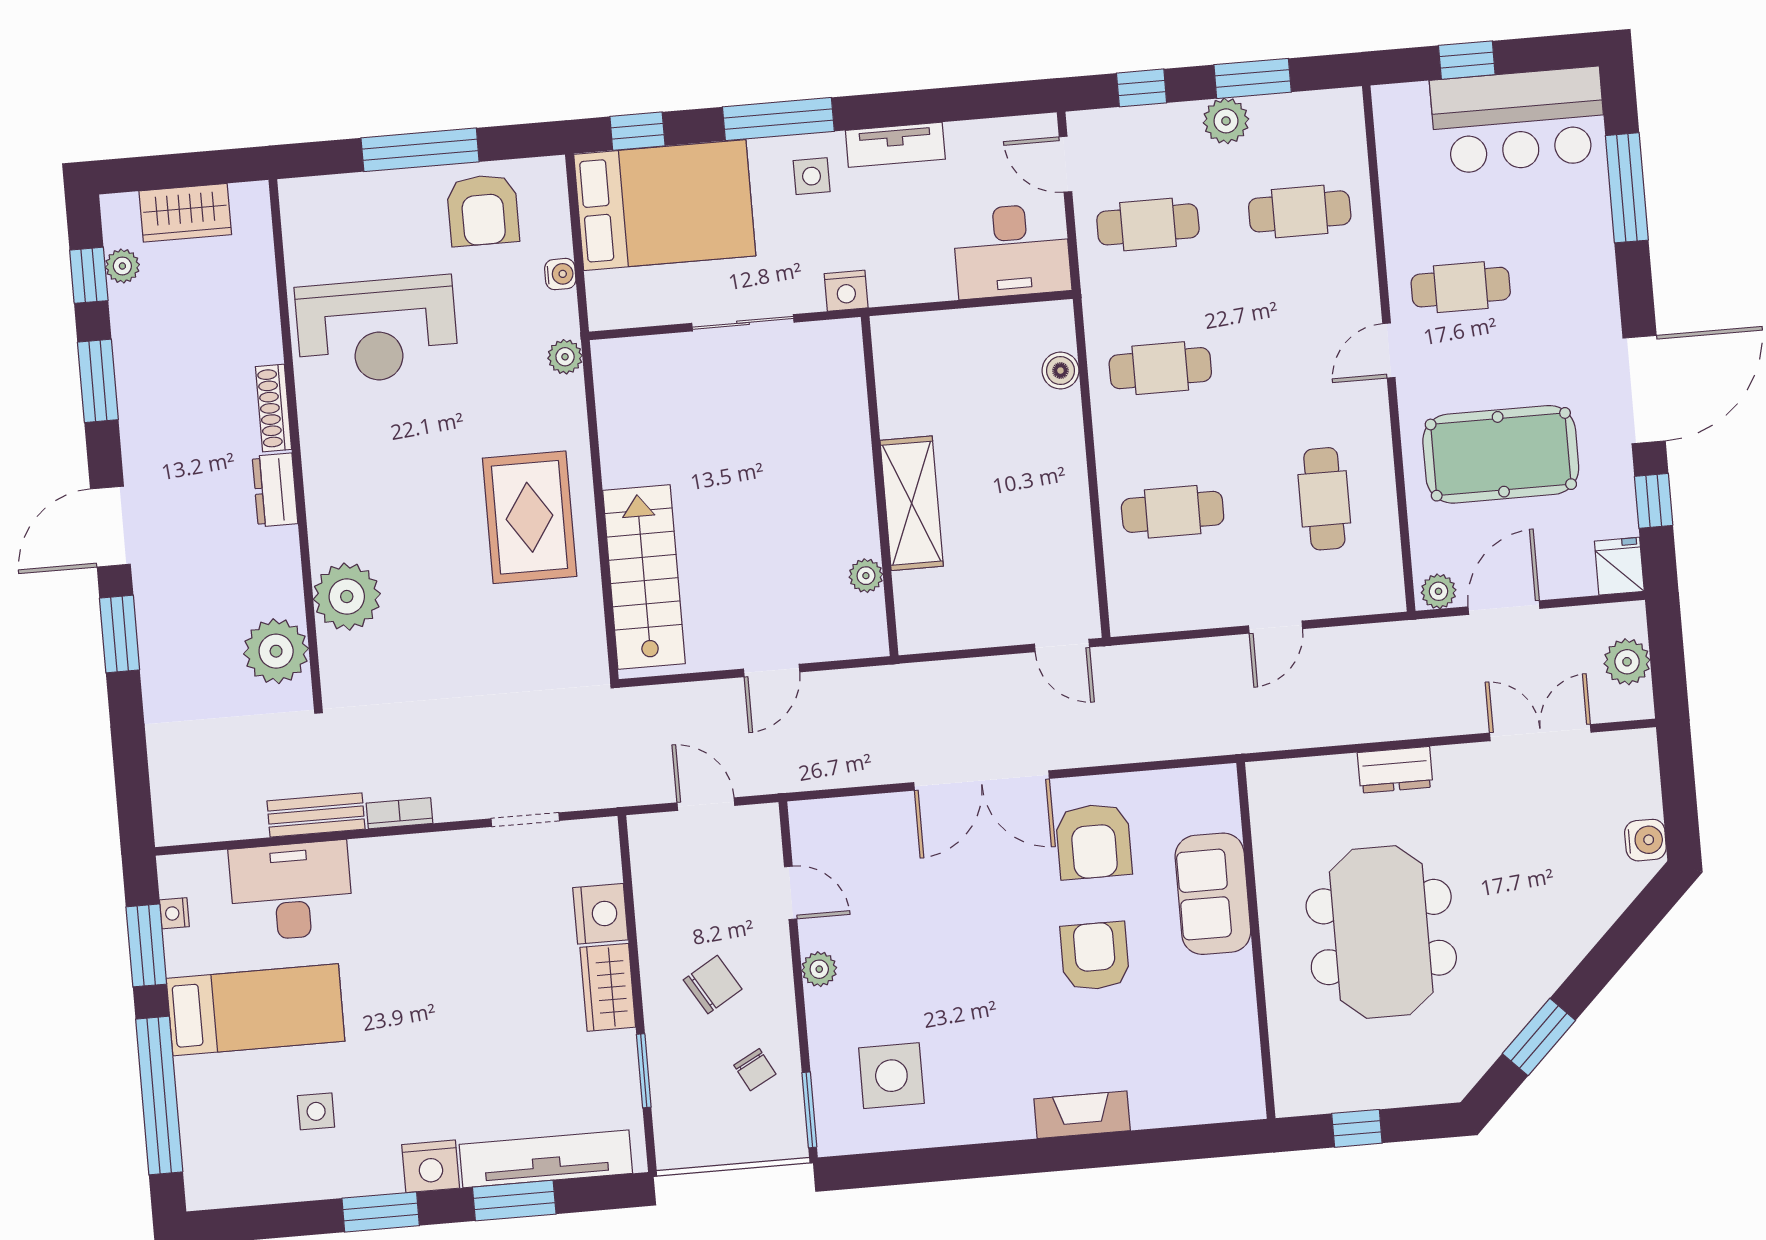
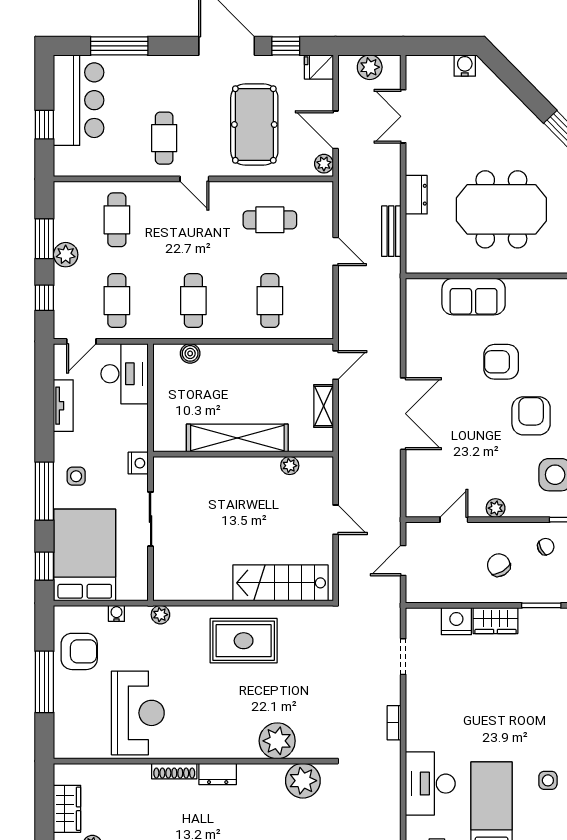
tv unit: (895, 145) -> (63, 406), moved
shelving: (912, 503) -> (237, 438), width x1.47
shelving: (983, 630) -> (324, 406), added
bench: (316, 815) -> (391, 231), moved
armchair: (1094, 841) -> (531, 416), moved, turned -90

